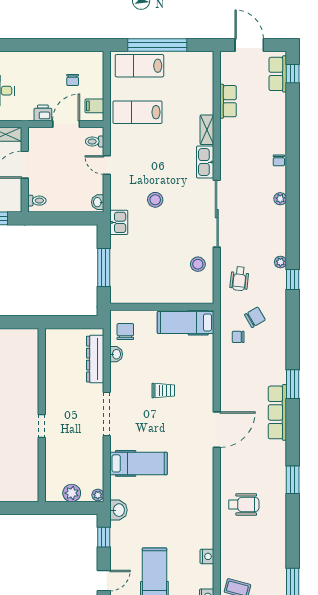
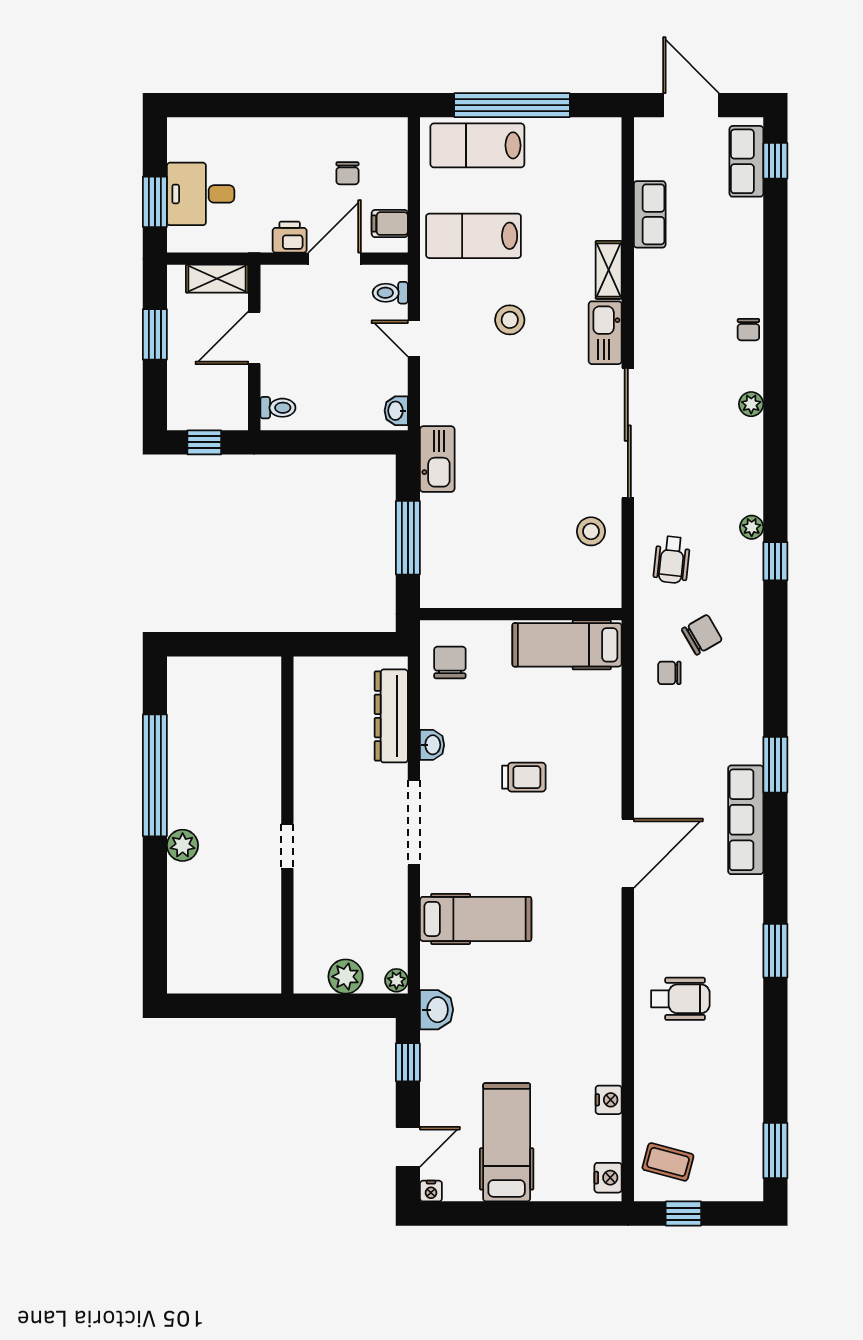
stool: (155, 200) -> (510, 320), moved
kitchen sink: (119, 222) -> (437, 459), width x1.38
washbasin: (116, 354) -> (432, 745), moved

